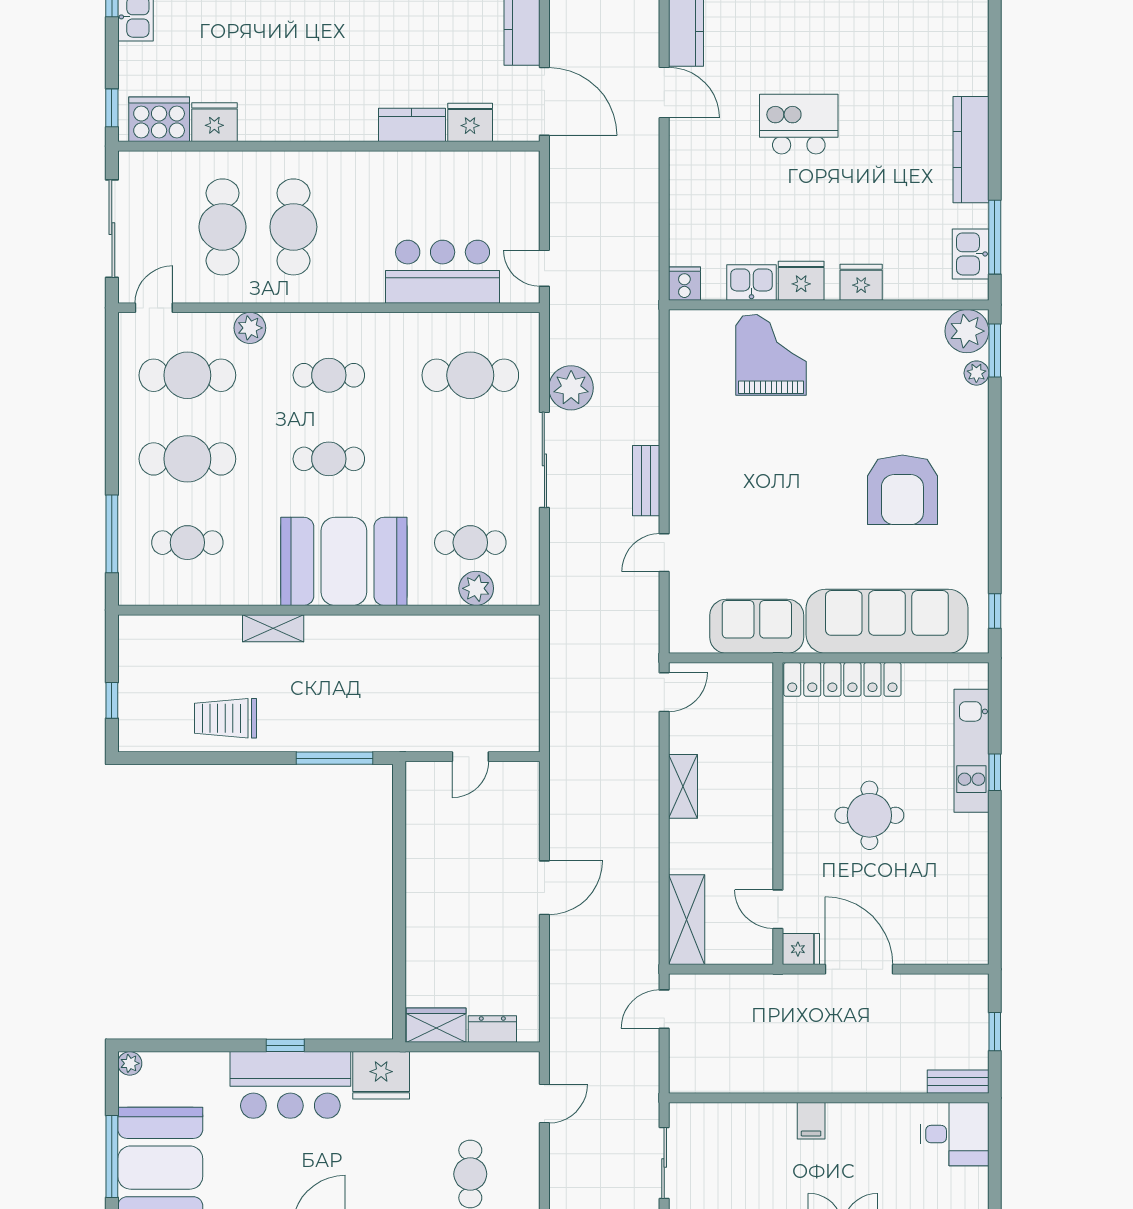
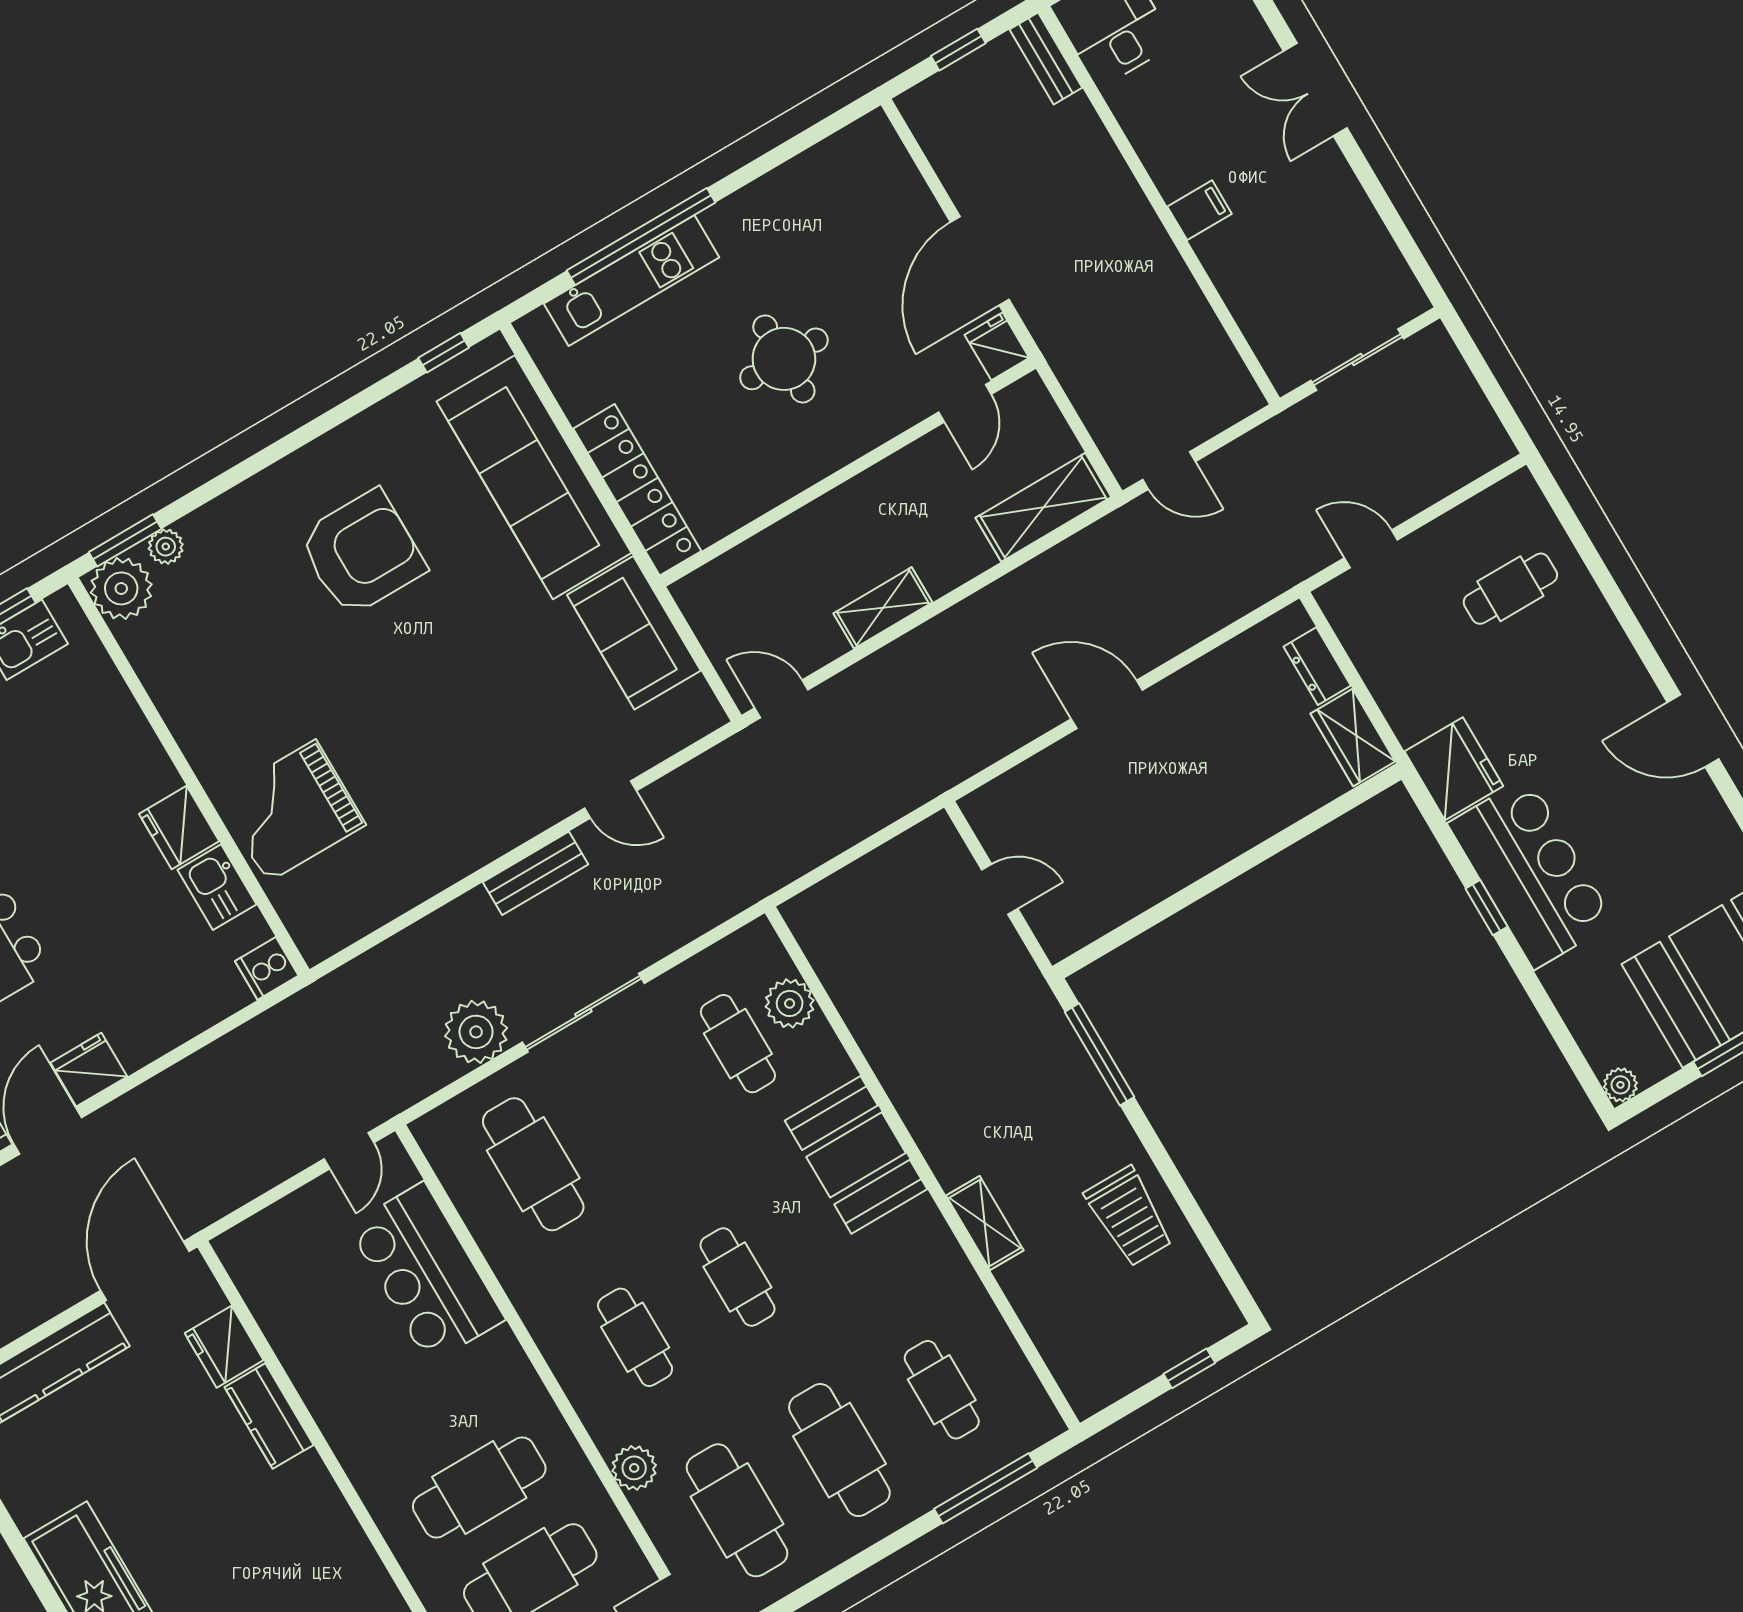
fridge: (861, 282) -> (89, 1070), moved, turned 90
booth: (344, 561) -> (856, 1155), width x0.73, depth x0.70
window: (995, 772) -> (641, 236), width x3.17

